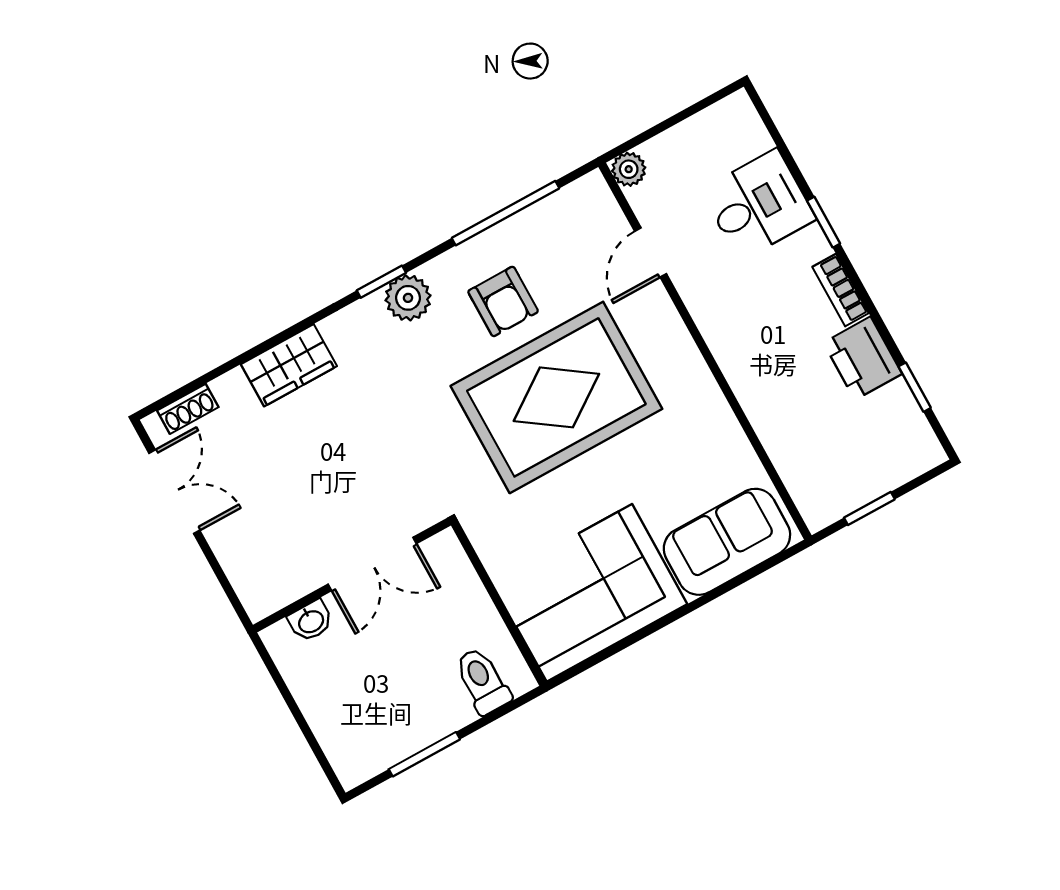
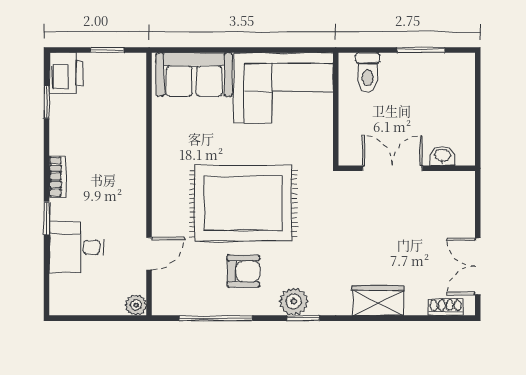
armchair: (503, 301) -> (243, 271), turned 90
printer: (863, 358) -> (66, 73), moved

